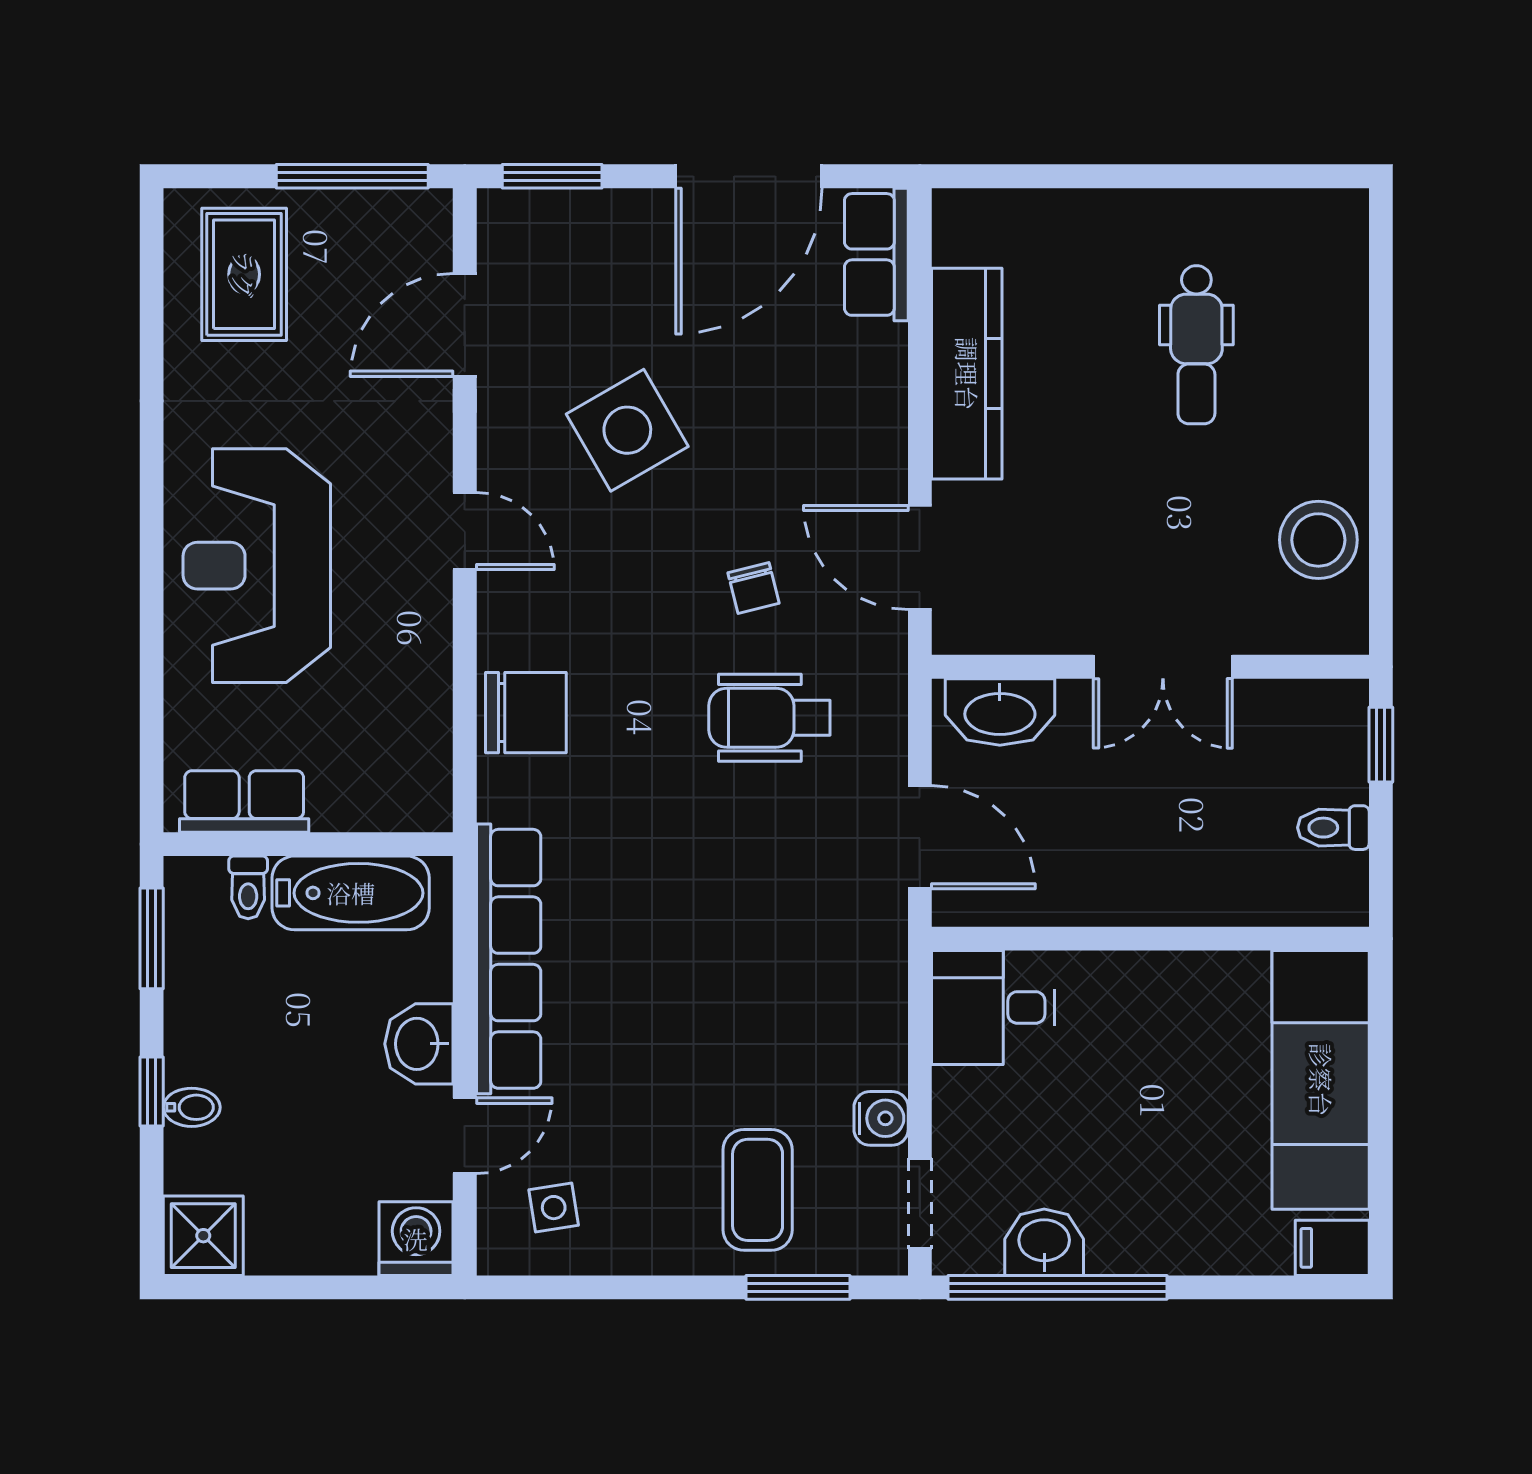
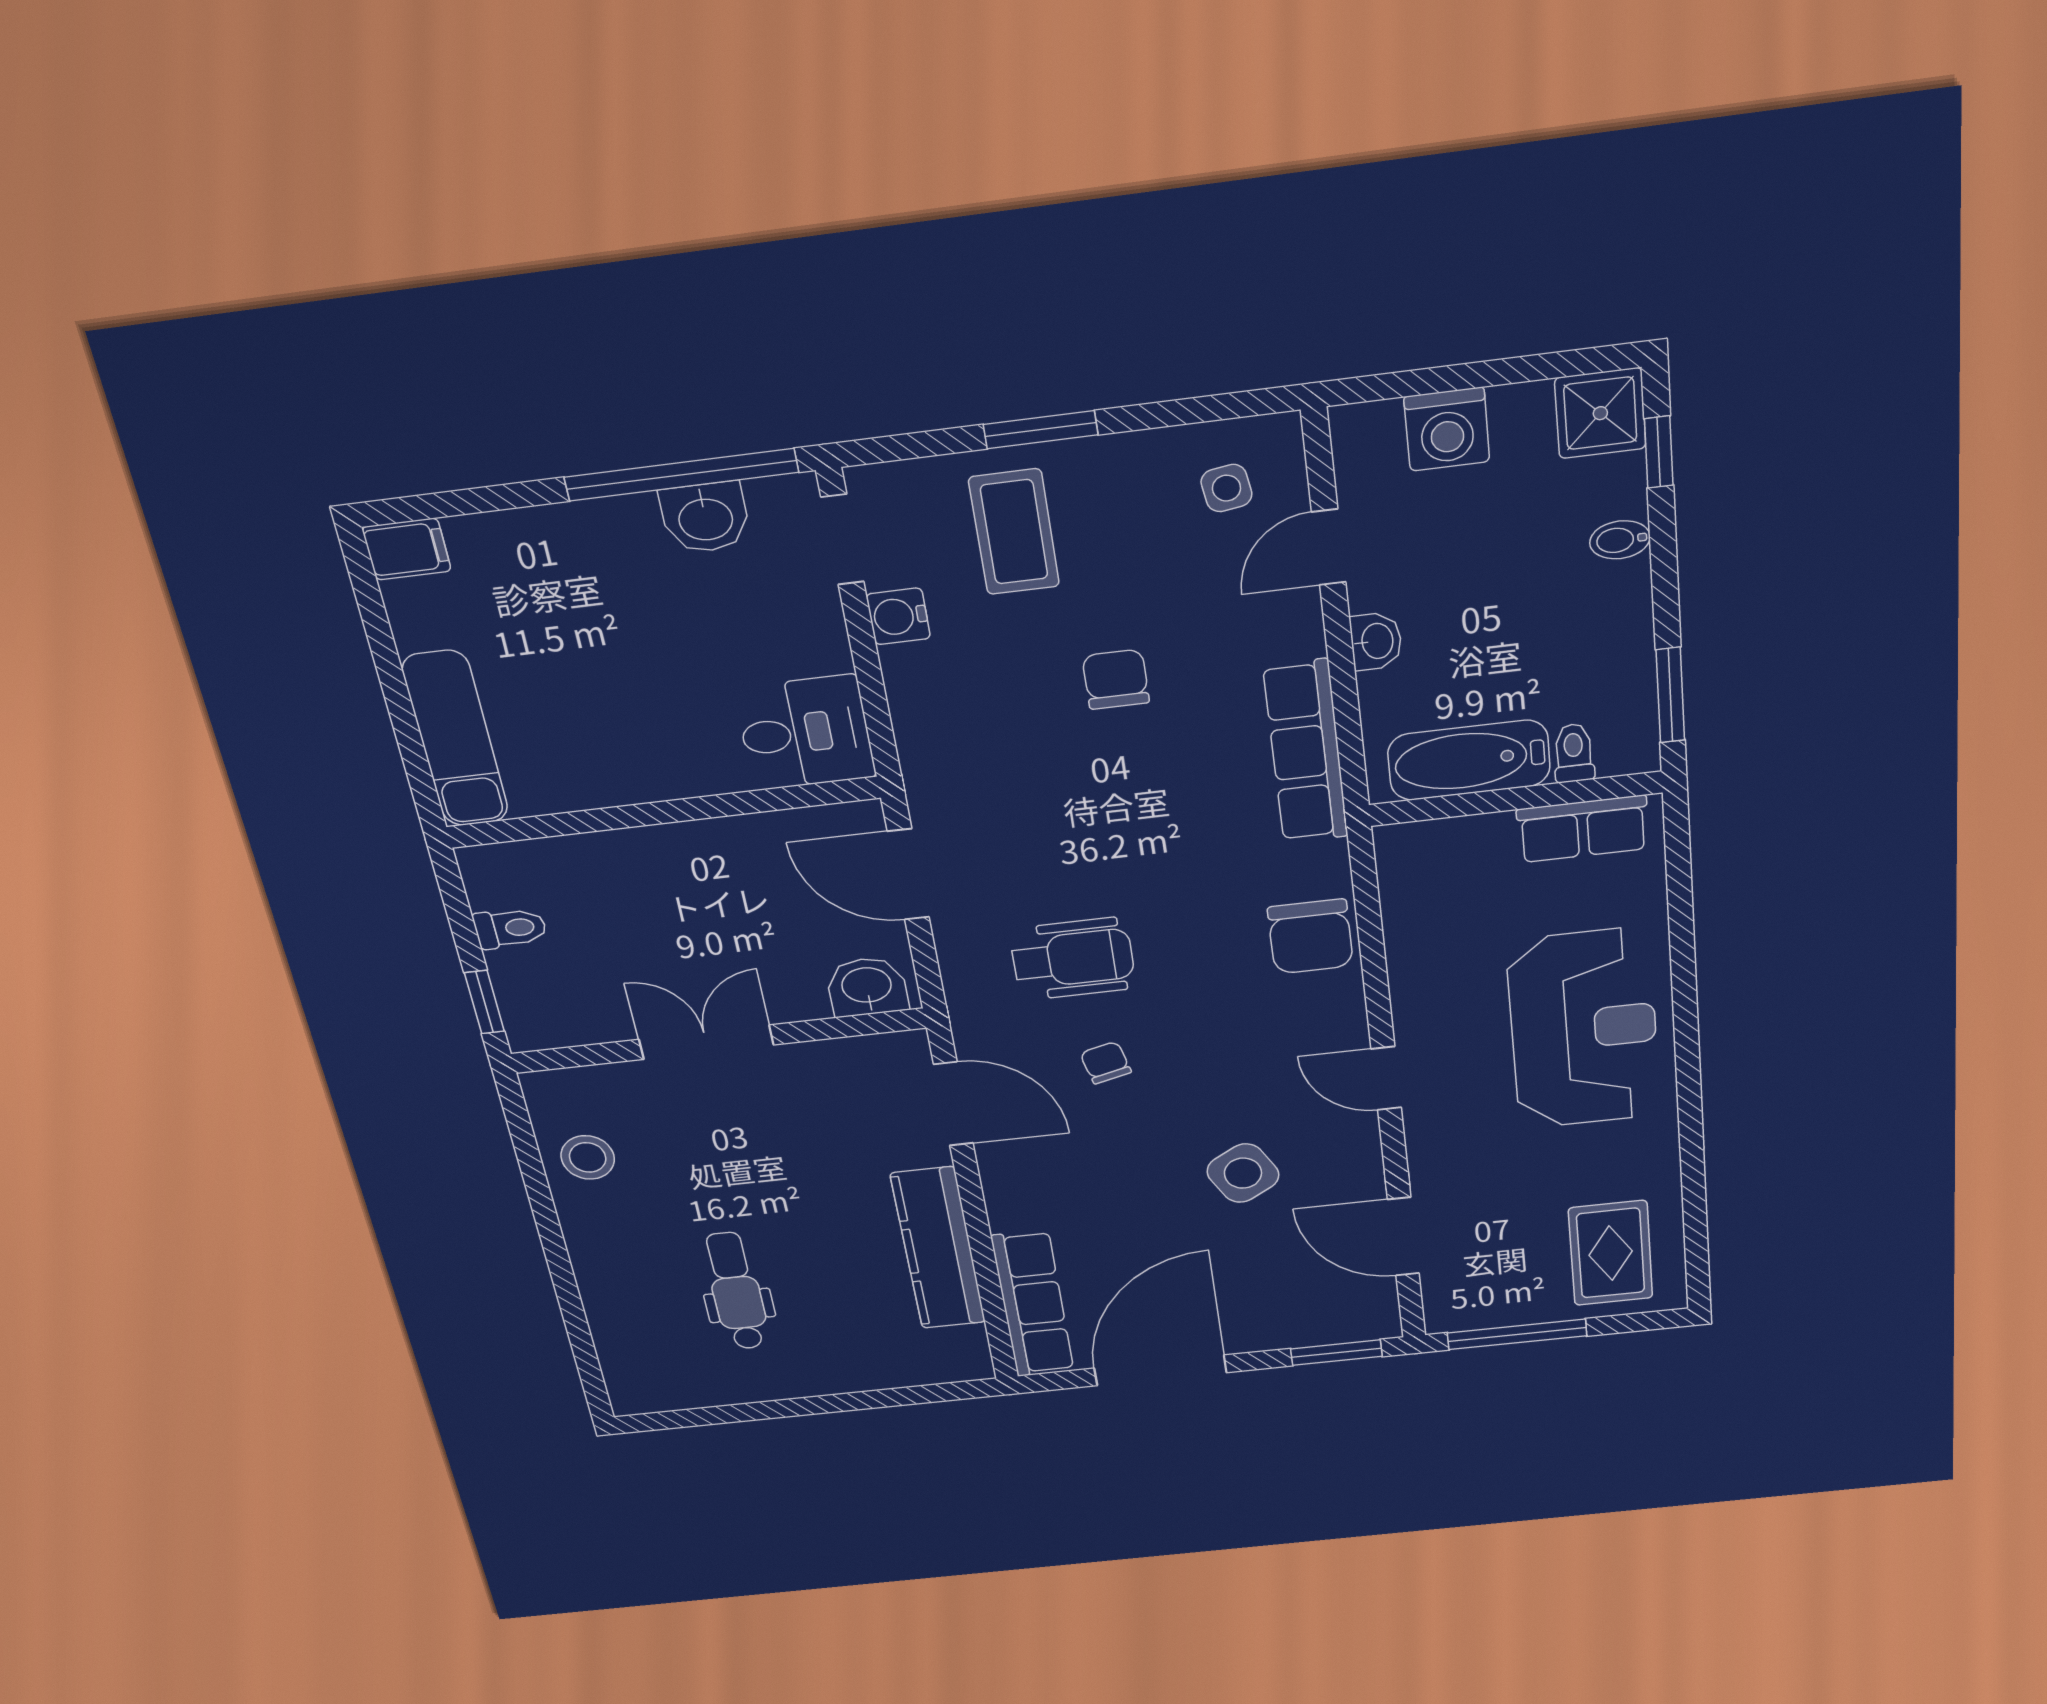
row of seats: (876, 254) -> (1033, 1304), width x1.48
door: (465, 325) -> (1403, 1237), swing flipped
side table: (627, 430) -> (1243, 1173), width x0.73, depth x0.73
stool: (1318, 540) -> (588, 1157), width x0.73, depth x0.73
washbasin: (1000, 712) -> (867, 987), width x0.72
chair: (526, 713) -> (1310, 937), turned -90
row of seats: (509, 959) -> (1306, 752), width x0.73
chair: (683, 1025) -> (1116, 679), added
washbasin: (419, 1044) -> (1376, 641), width x0.72, depth x0.69
exam couch: (1321, 1080) -> (455, 739), width x0.73, depth x0.69
window: (152, 1091) -> (1659, 452), moved
washing machine: (416, 1239) -> (1447, 429), moved
window: (798, 1287) -> (1041, 430), moved

